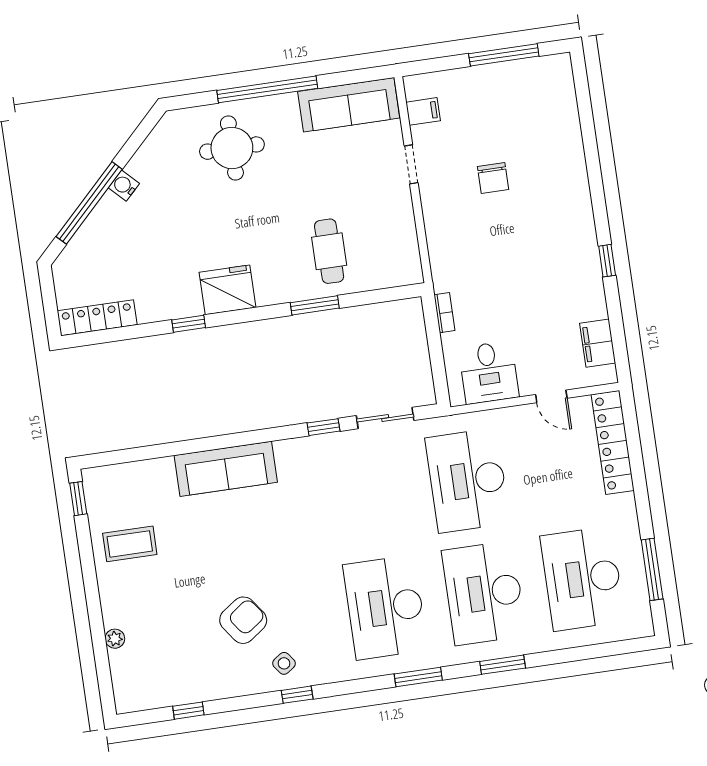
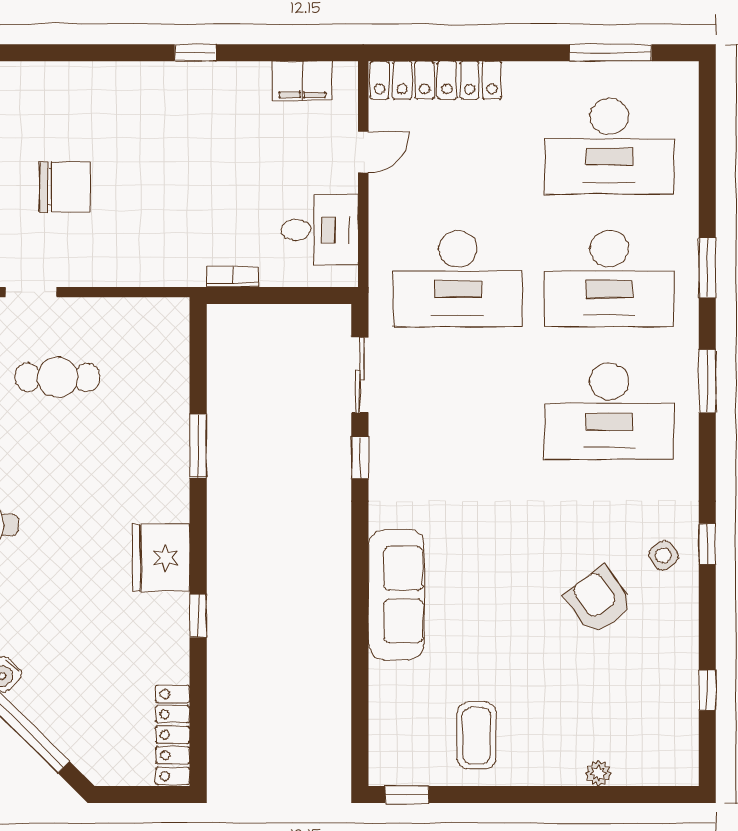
chair: (493, 178) -> (65, 187), width x1.37, depth x1.37
cafe table: (329, 251) -> (58, 377), moved

